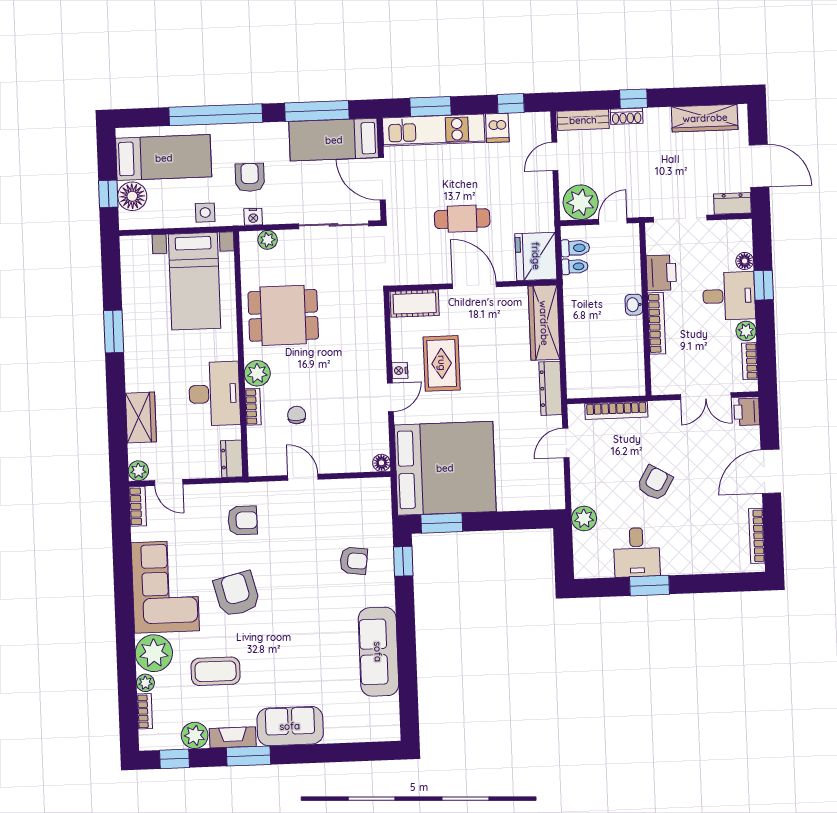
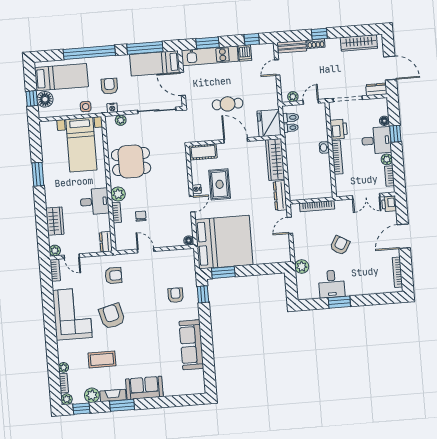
plant: (581, 202) -> (293, 97), width x0.53, depth x0.53
desk: (214, 394) -> (95, 202), width x0.73
armchair: (354, 561) -> (176, 295), turned -97
plant: (154, 653) -> (67, 399), moved, width x0.53, depth x0.53

